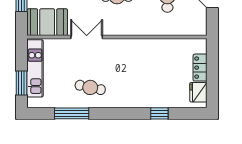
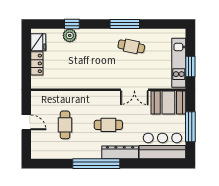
window: (22, 83) -> (190, 66), moved
plant: (162, 100) -> (70, 35), added
window: (72, 113) -> (125, 24), moved

